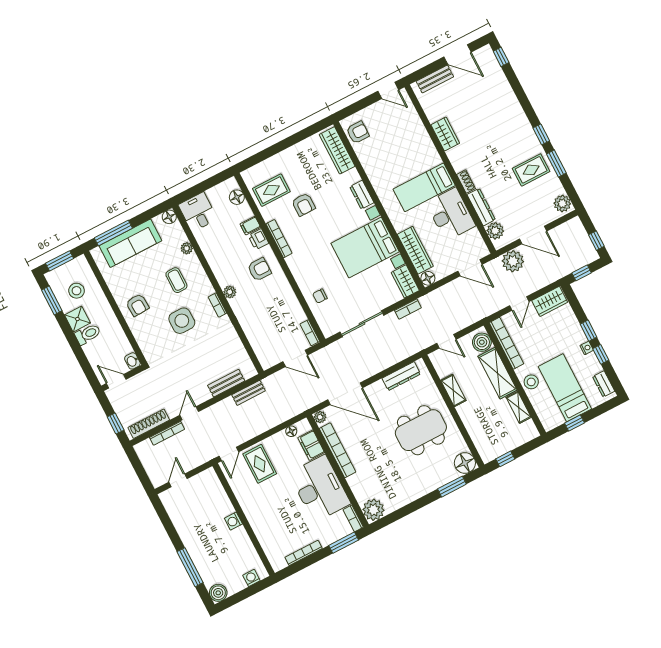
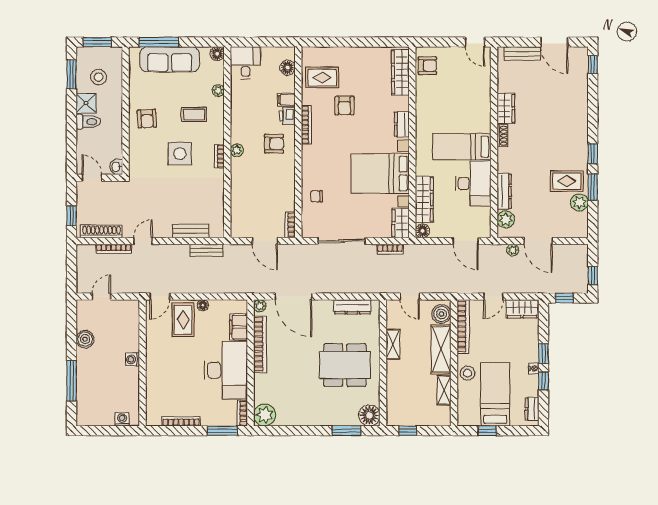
shoe rack: (466, 181) -> (502, 136), moved
plant: (562, 203) -> (579, 202), moved
plant: (513, 261) -> (513, 250), width x0.53, depth x0.53
coffee table: (176, 280) -> (194, 114), turned 90
floor lamp: (291, 431) -> (203, 305), moved
boiler: (218, 593) -> (85, 339), moved

